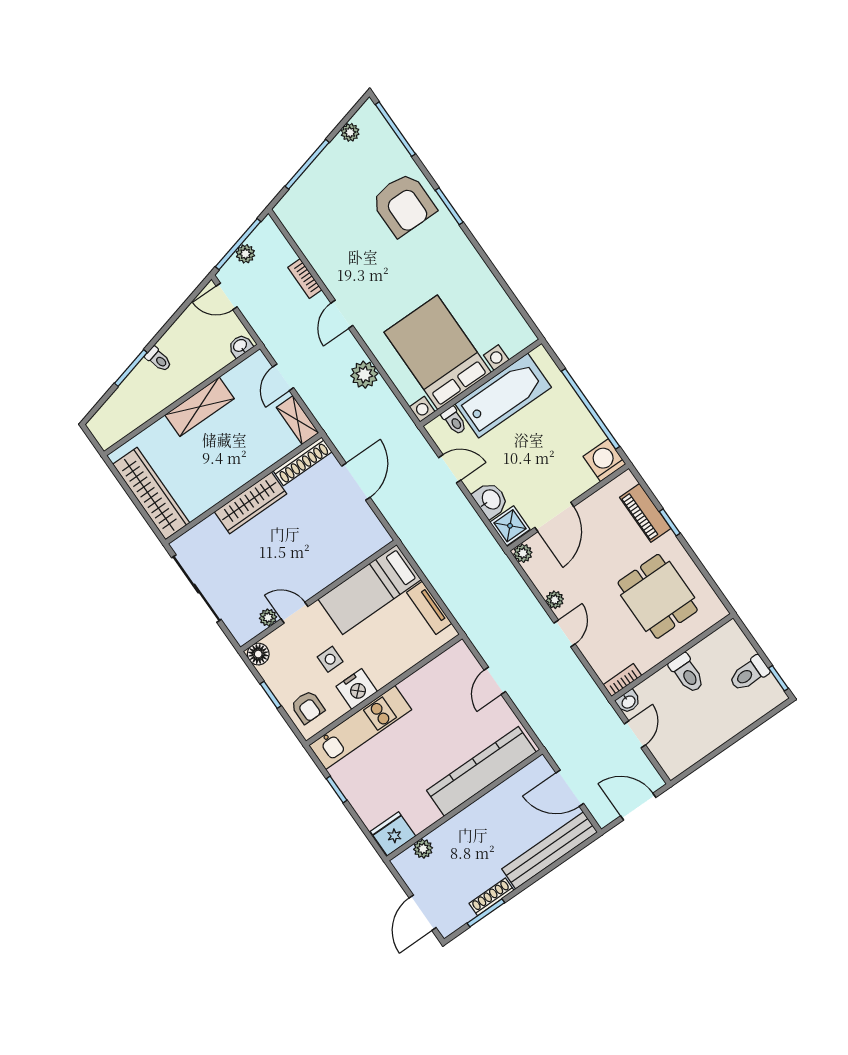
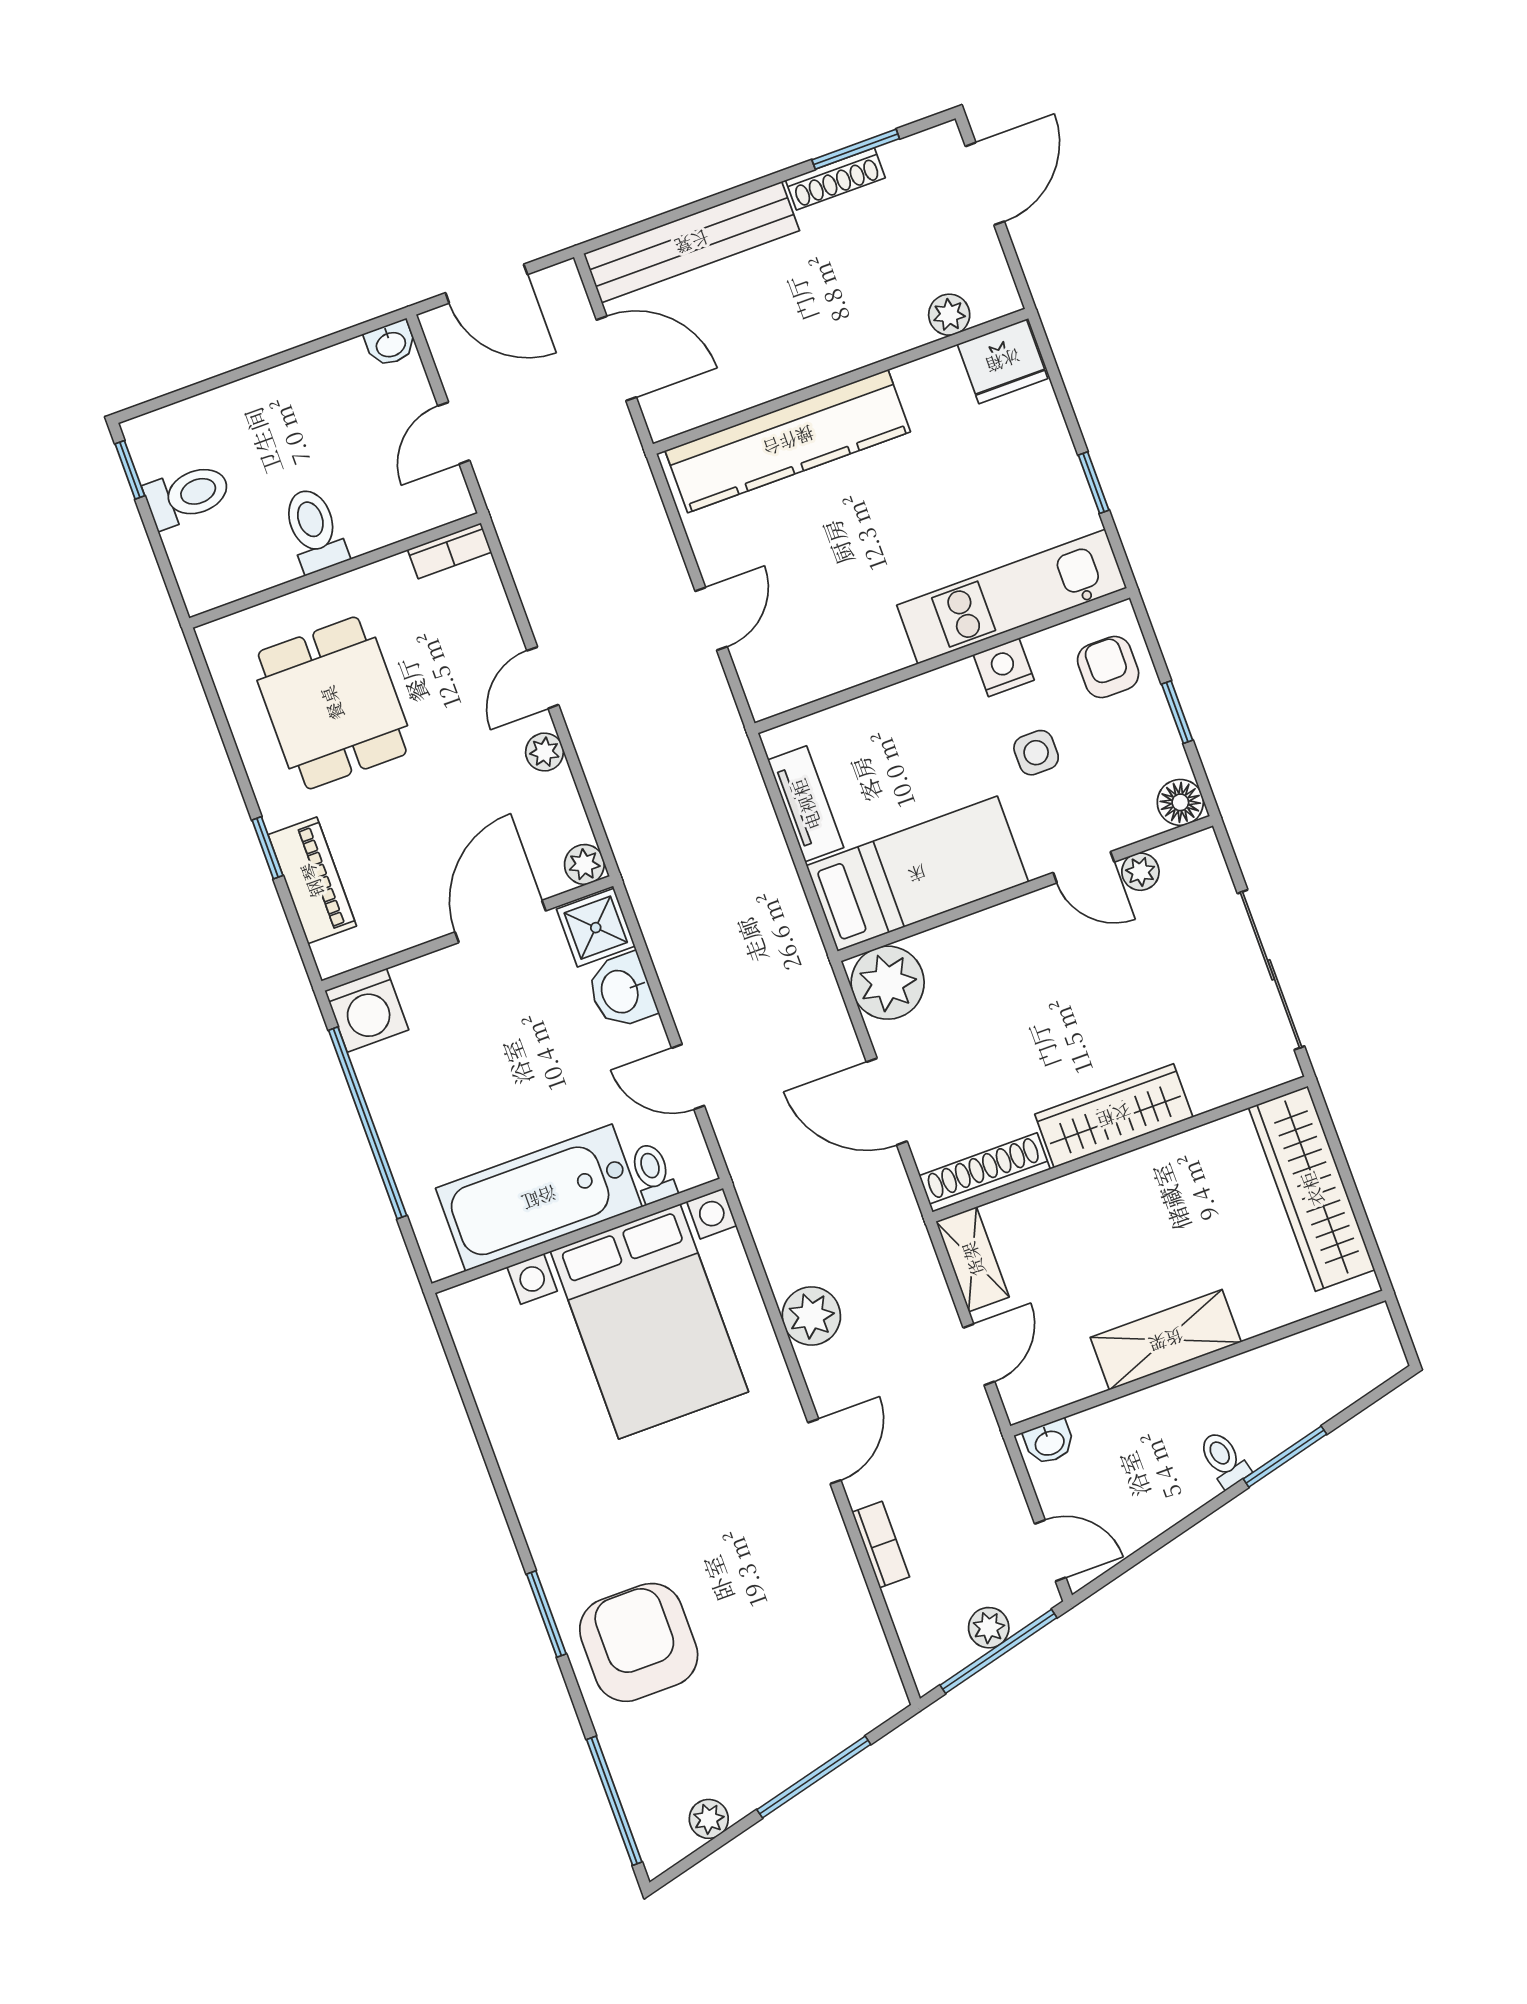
door: (356, 482) -> (887, 1102), hinge flipped
plant: (370, 536) -> (888, 983), added
nightstand: (357, 689) -> (1004, 667), width x0.74, depth x0.75
washbasin: (628, 702) -> (391, 344), moved, turned 180

